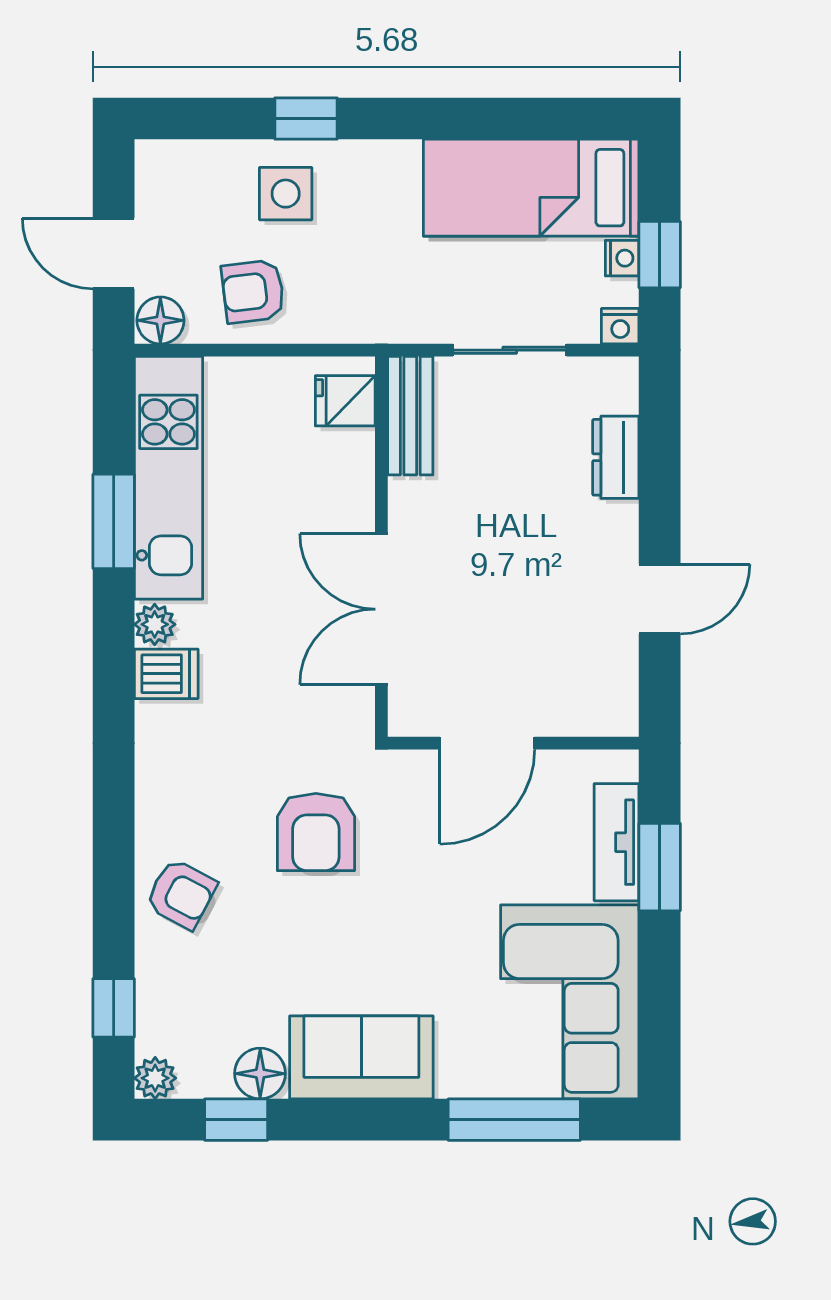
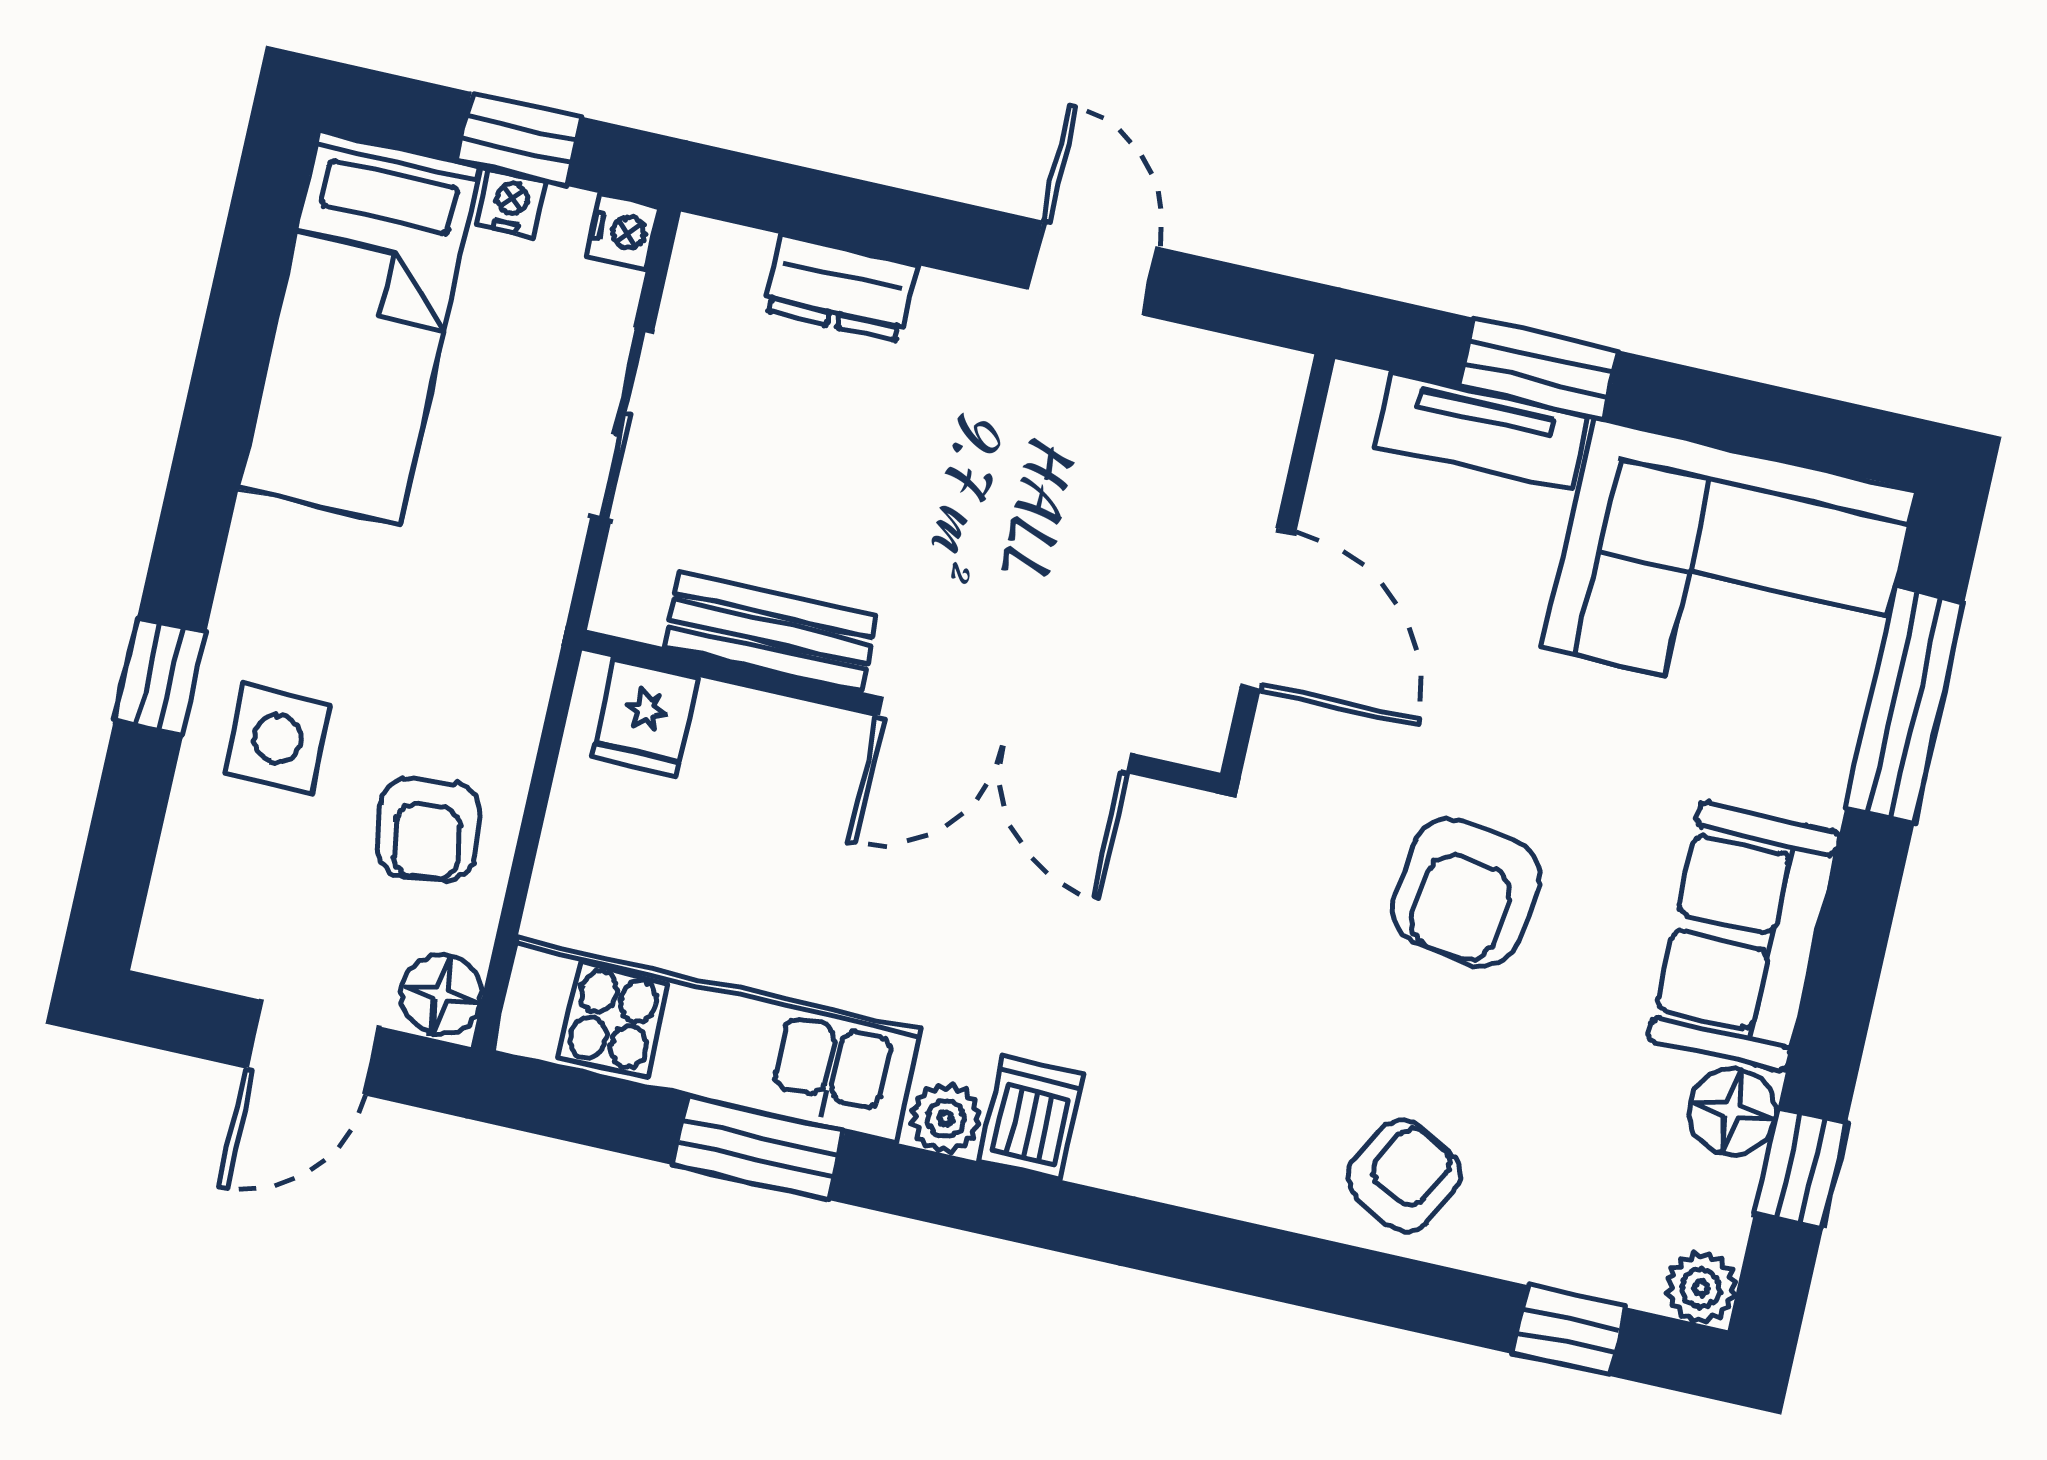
bench: (410, 416) -> (771, 632), moved
armchair: (316, 832) -> (1466, 892), moved, turned 98

